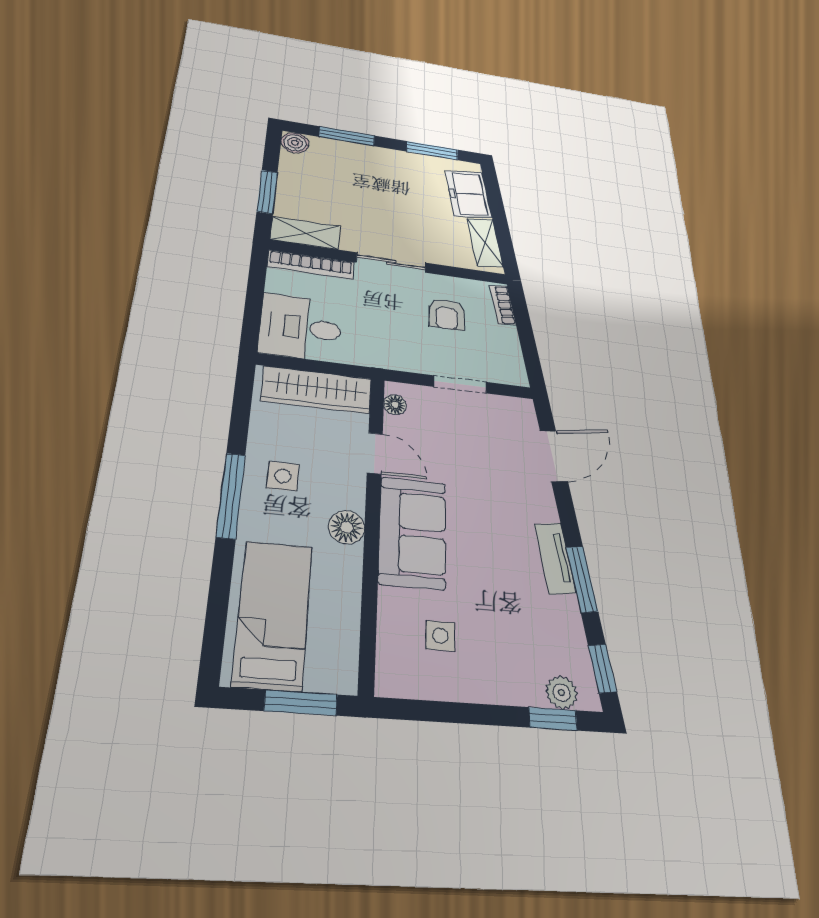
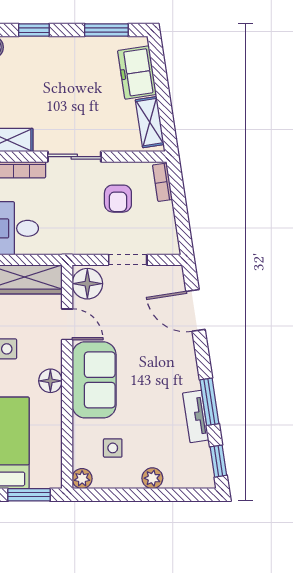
window: (347, 136) -> (34, 30), width x0.67
floor lamp: (395, 405) -> (87, 284), width x1.89, depth x1.89
door: (554, 456) -> (196, 310), swing flipped
tv unit: (555, 558) -> (196, 416), moved
plant: (391, 681) -> (82, 479), added
plant: (561, 693) -> (152, 478), moved
window: (553, 719) -> (183, 495), removed

